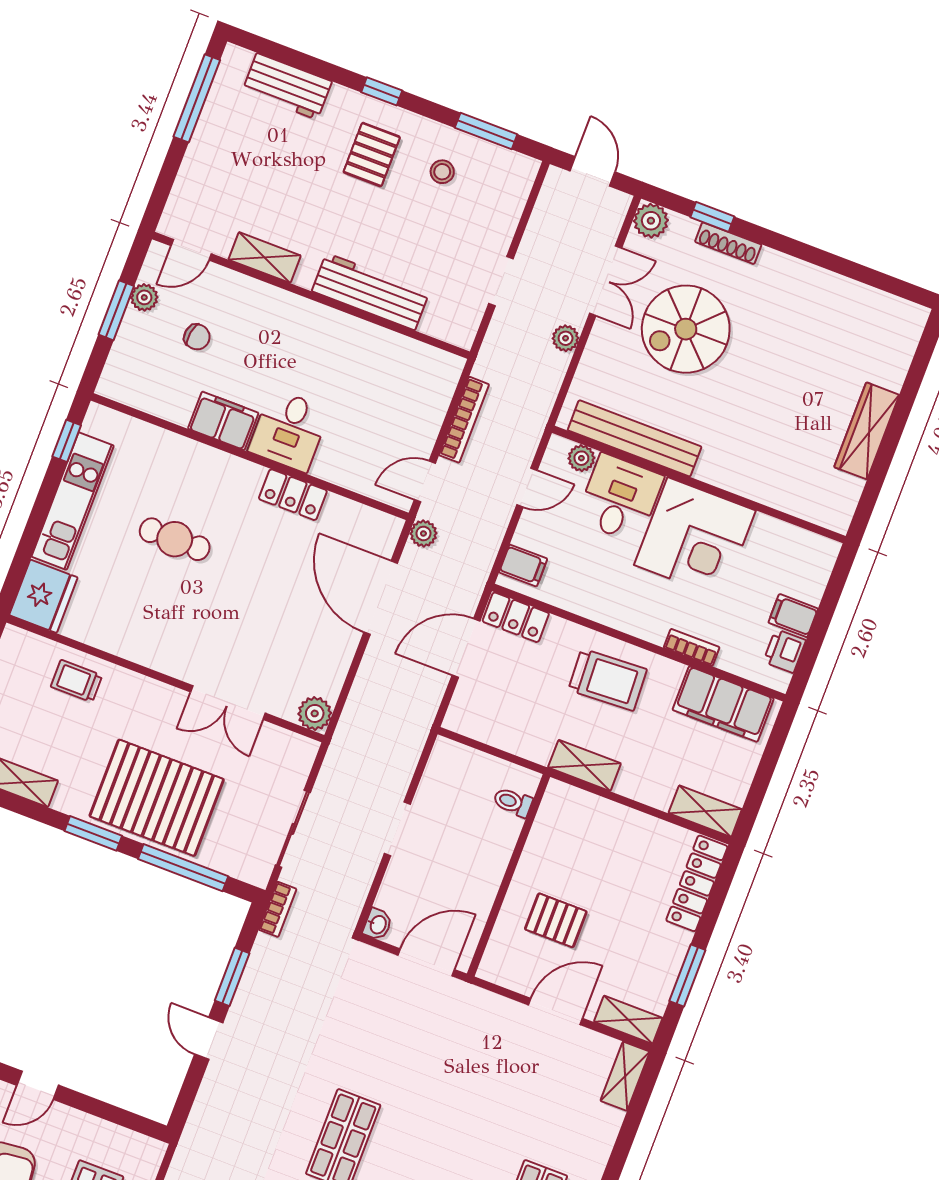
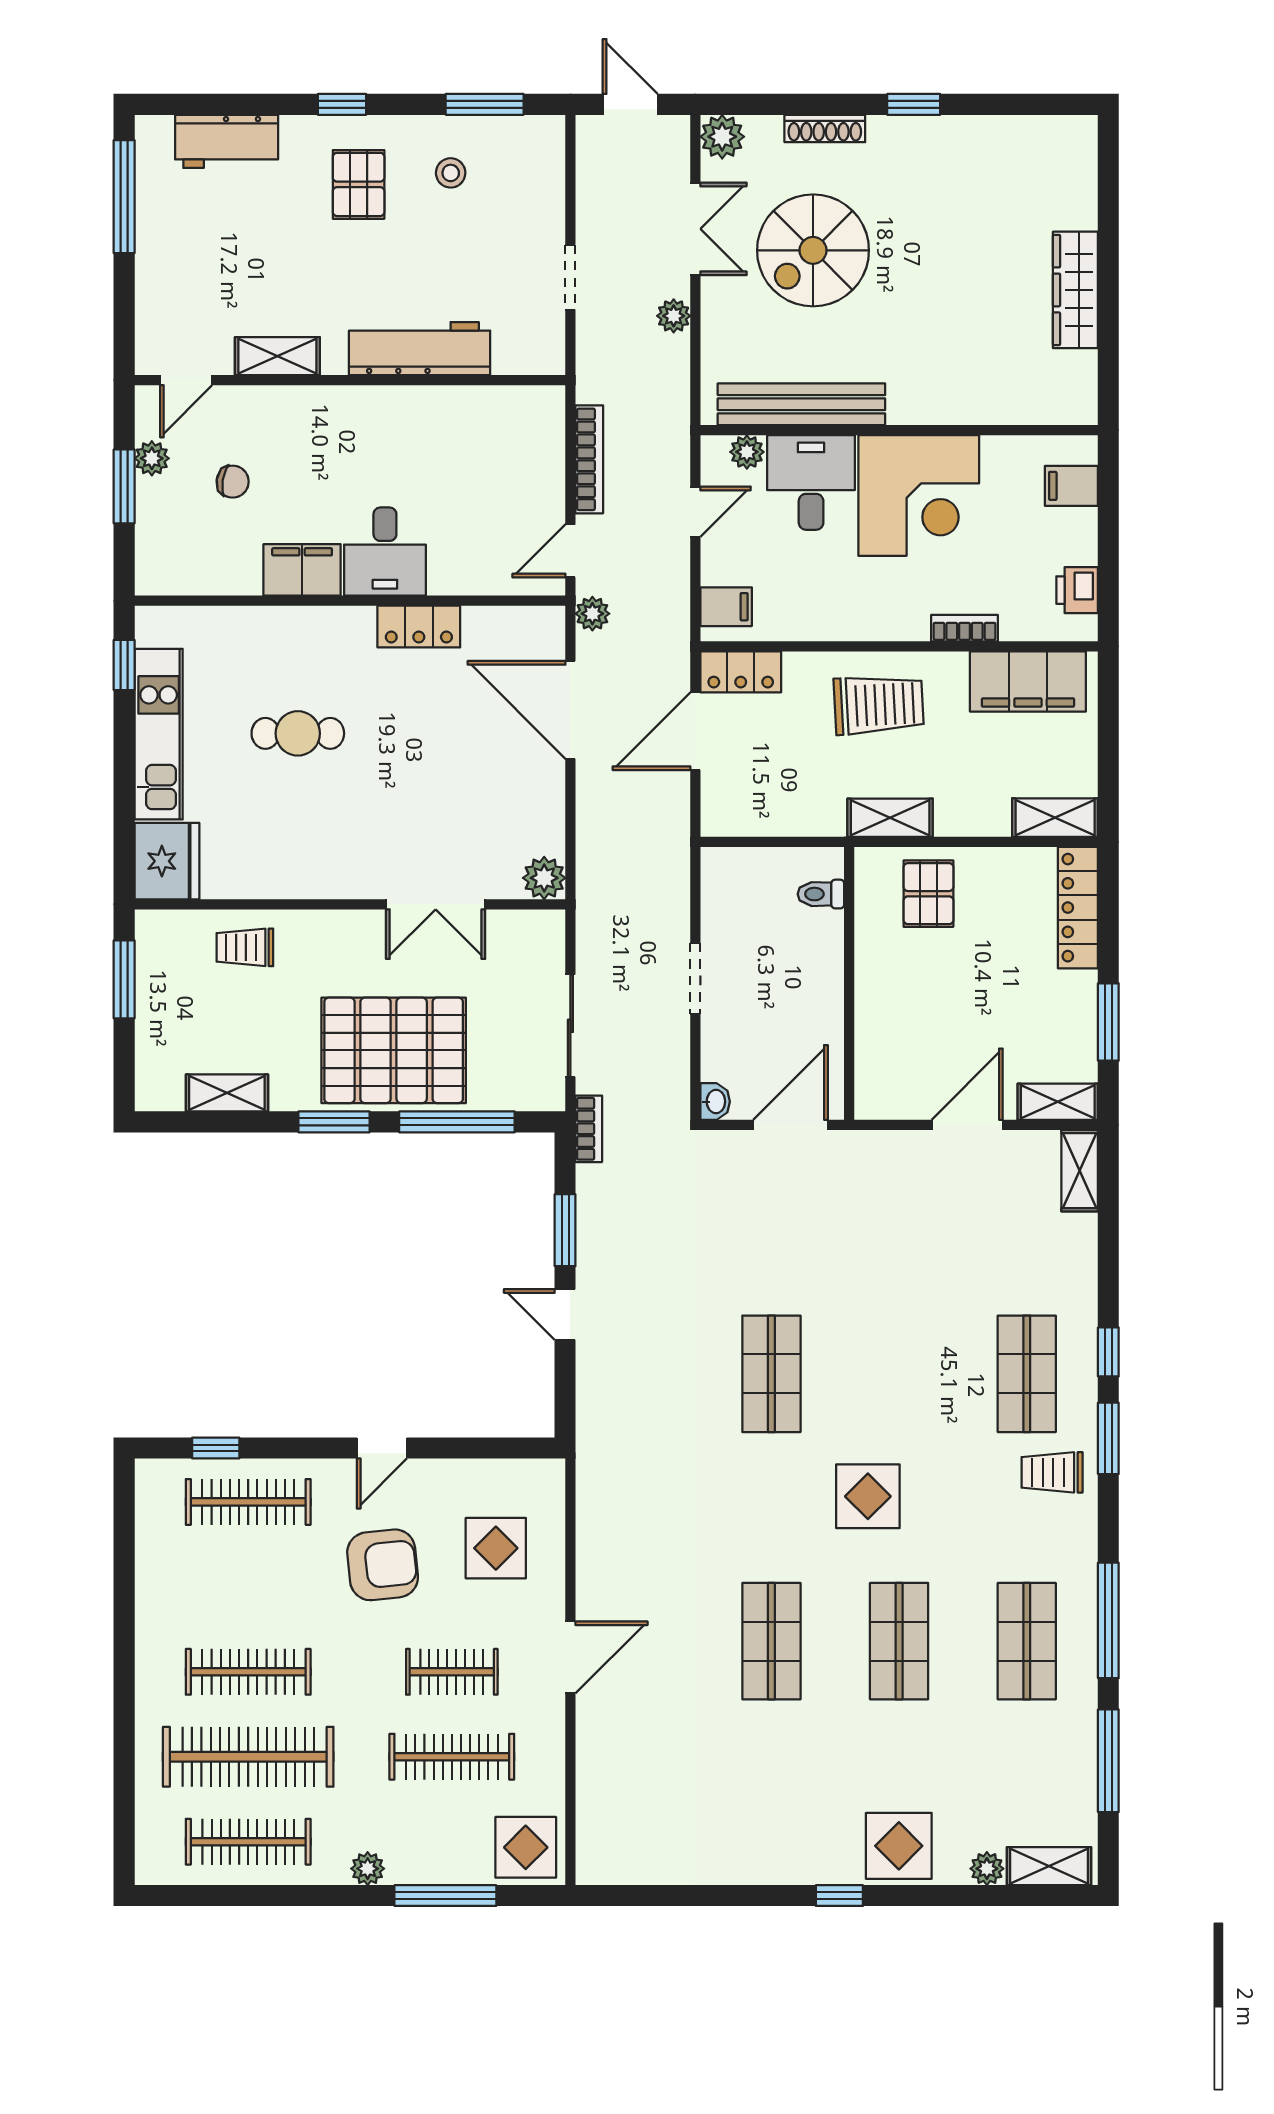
window: (712, 217) -> (914, 104), moved
filing cabinet: (793, 616) -> (1071, 486), moved
pallet: (556, 920) -> (928, 894), moved, turned 90

